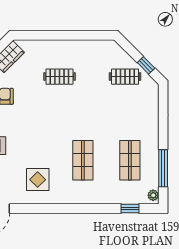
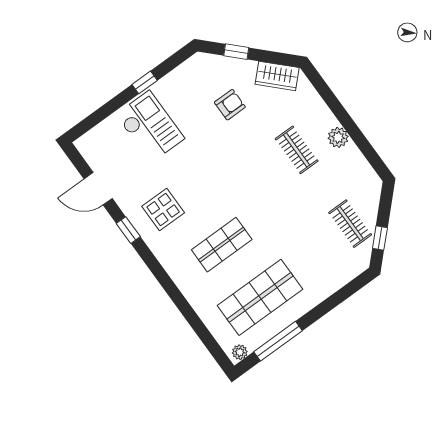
plant: (70, 47) -> (338, 137), added
shop shelf: (130, 160) -> (260, 297), width x1.43, depth x1.36
window: (130, 208) -> (128, 230), moved

